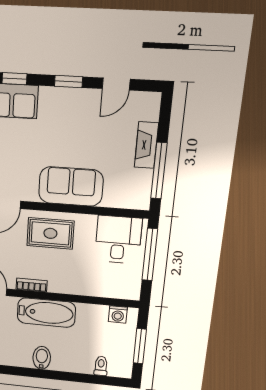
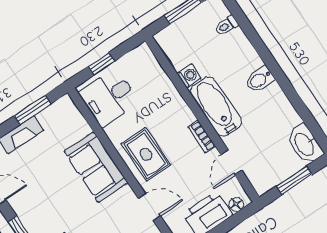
window: (159, 171) -> (32, 110), width x0.69
window: (150, 255) -> (101, 64), width x0.46
washing machine: (118, 314) -> (189, 76), moved

